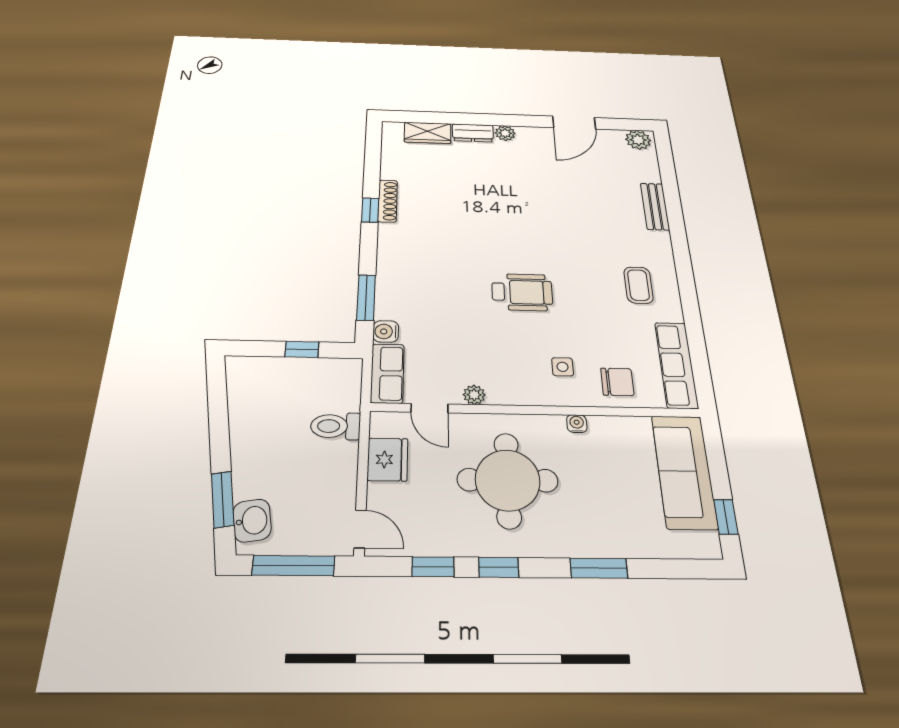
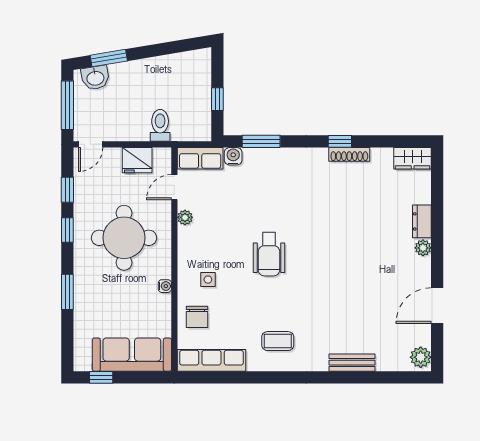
door: (574, 123) -> (437, 306), hinge flipped
wardrobe: (428, 133) -> (413, 158), moved, turned -90

